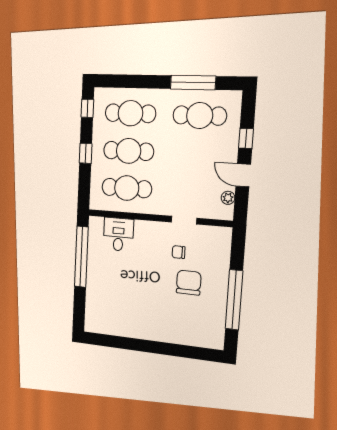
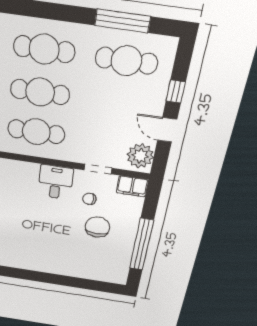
plant: (228, 198) -> (140, 156), width x1.88, depth x1.88
desk: (118, 234) -> (56, 182), moved
filing cabinet: (218, 235) -> (132, 186), added

